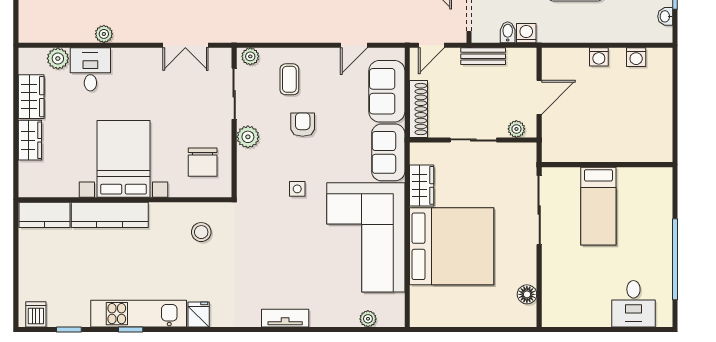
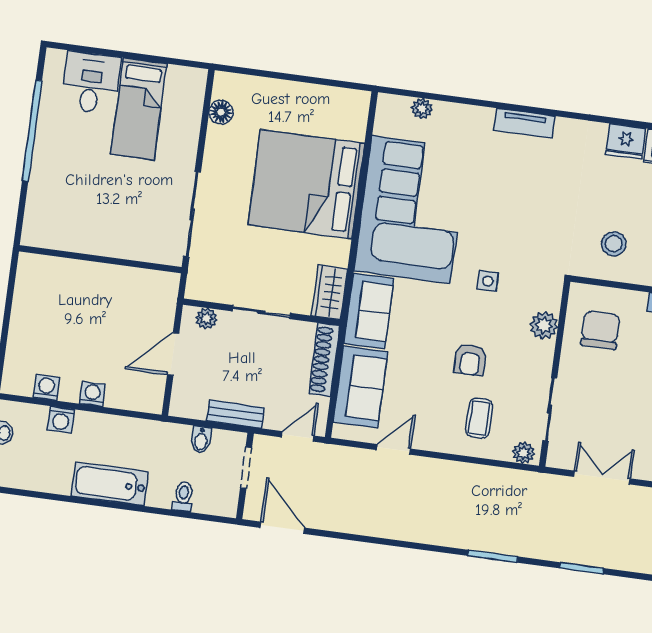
washing machine: (526, 33) -> (61, 420), moved
plant: (248, 137) -> (544, 325), moved
wardrobe: (422, 185) -> (329, 292), moved
bed: (598, 206) -> (139, 109), moved, turned 180
fridge: (199, 314) -> (626, 142), width x1.38

